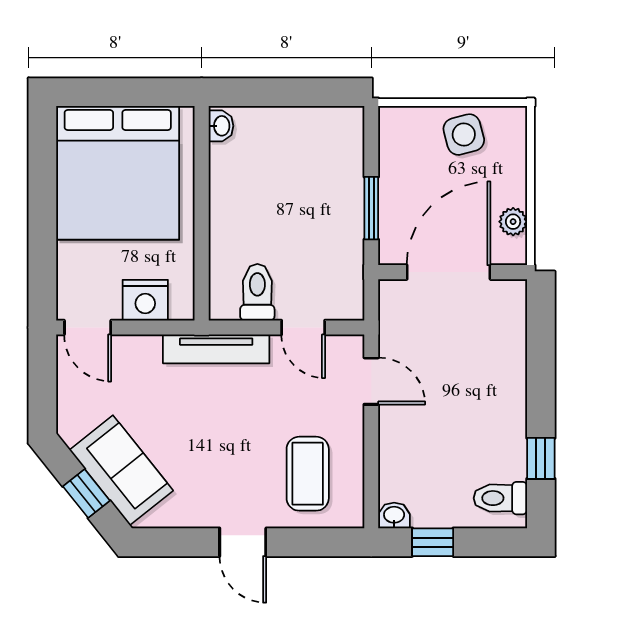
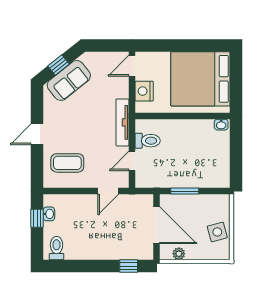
window: (541, 458) -> (129, 266), moved
washbasin: (394, 515) -> (49, 214), moved

